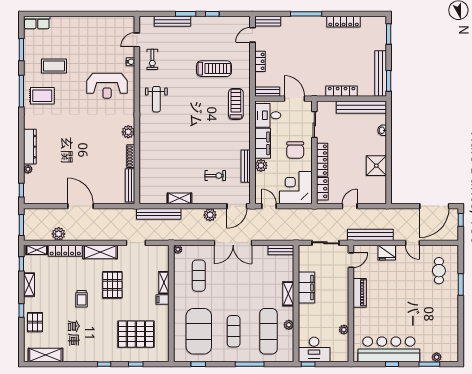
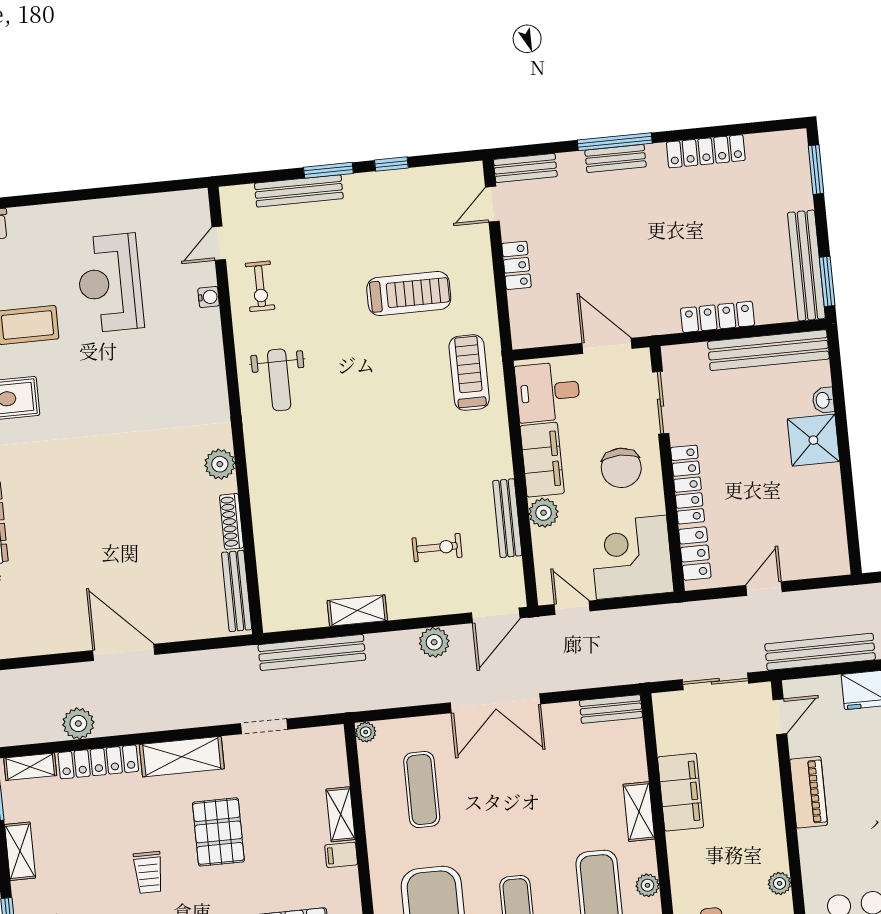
reception desk: (107, 86) -> (110, 283), moved, turned 90
bench: (267, 92) -> (615, 159), moved
shower: (376, 166) -> (813, 440), moved

